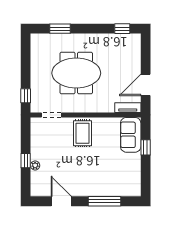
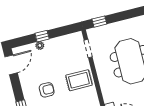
armchair: (84, 170) -> (47, 90), added
door: (61, 201) -> (11, 65), moved

